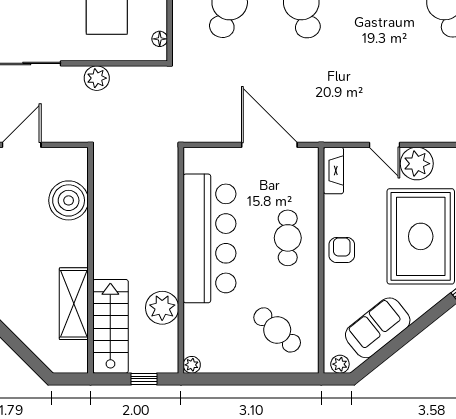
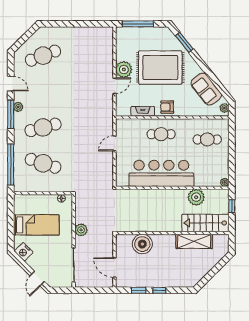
door: (269, 145) -> (114, 143), width x0.53
fireplace: (333, 170) -> (143, 111), moved
cafe table: (277, 330) -> (207, 139), turned 47

